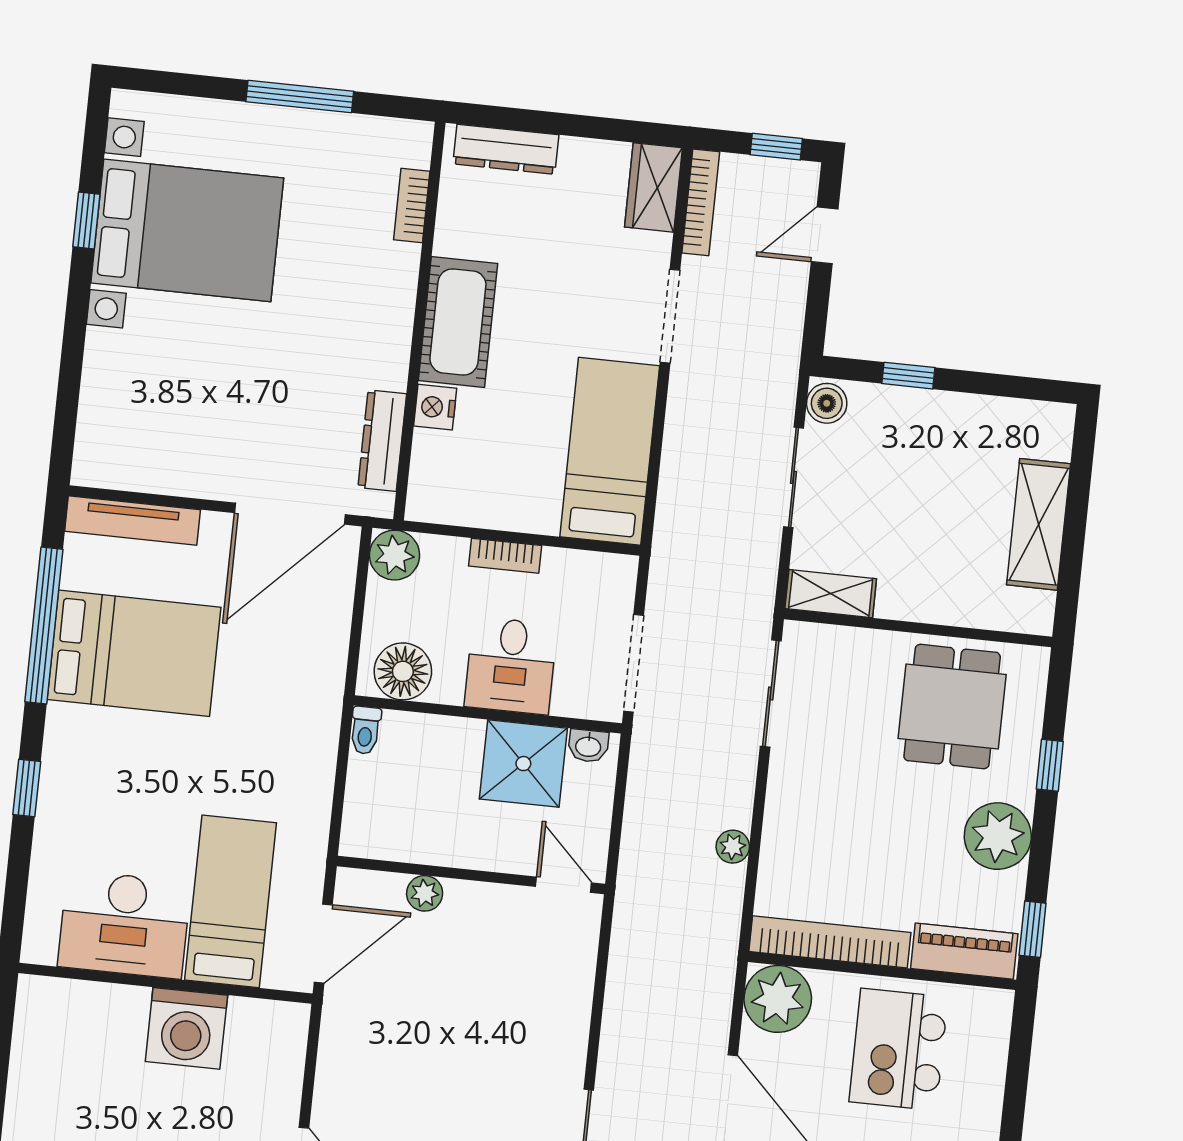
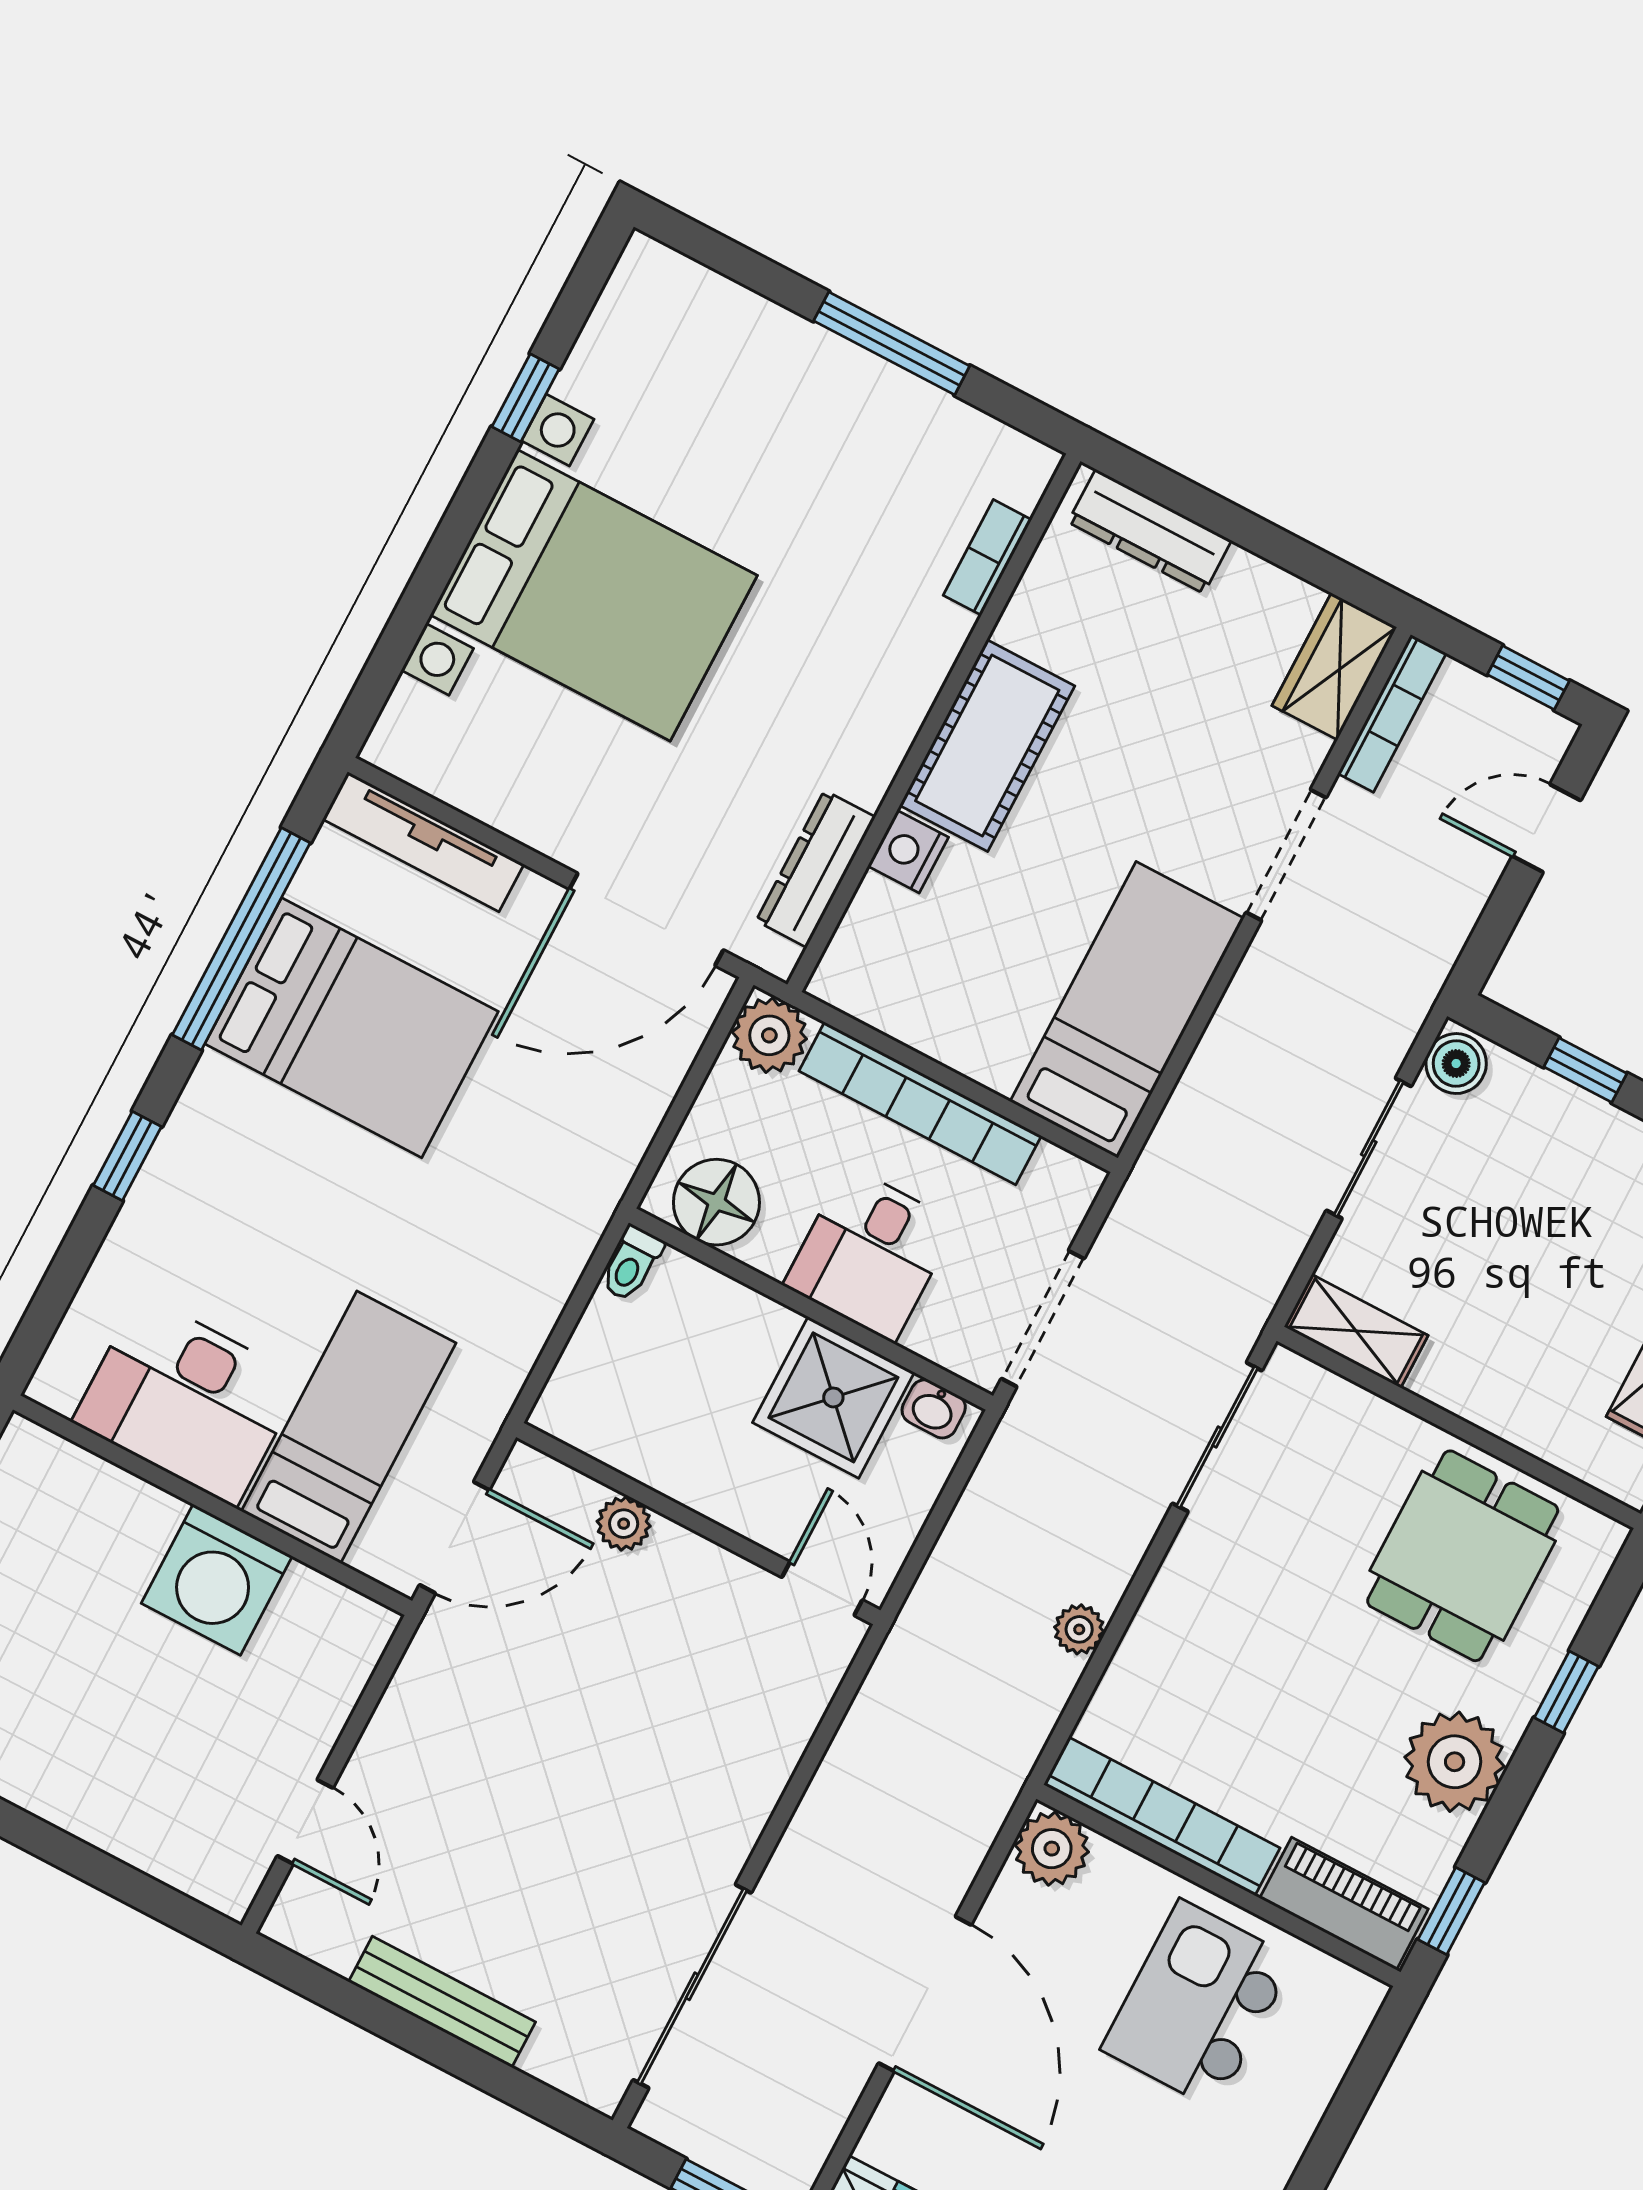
bed with nightstands: (187, 230) -> (594, 595), moved
bookcase: (505, 556) -> (920, 1103), width x2.31, depth x1.31
plant: (778, 999) -> (1052, 1849), width x0.73, depth x0.73

